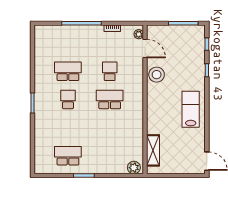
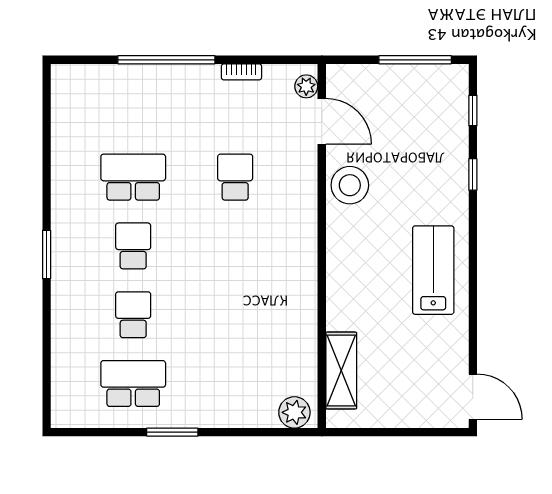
school desk: (110, 99) -> (133, 315), moved, width x0.54

